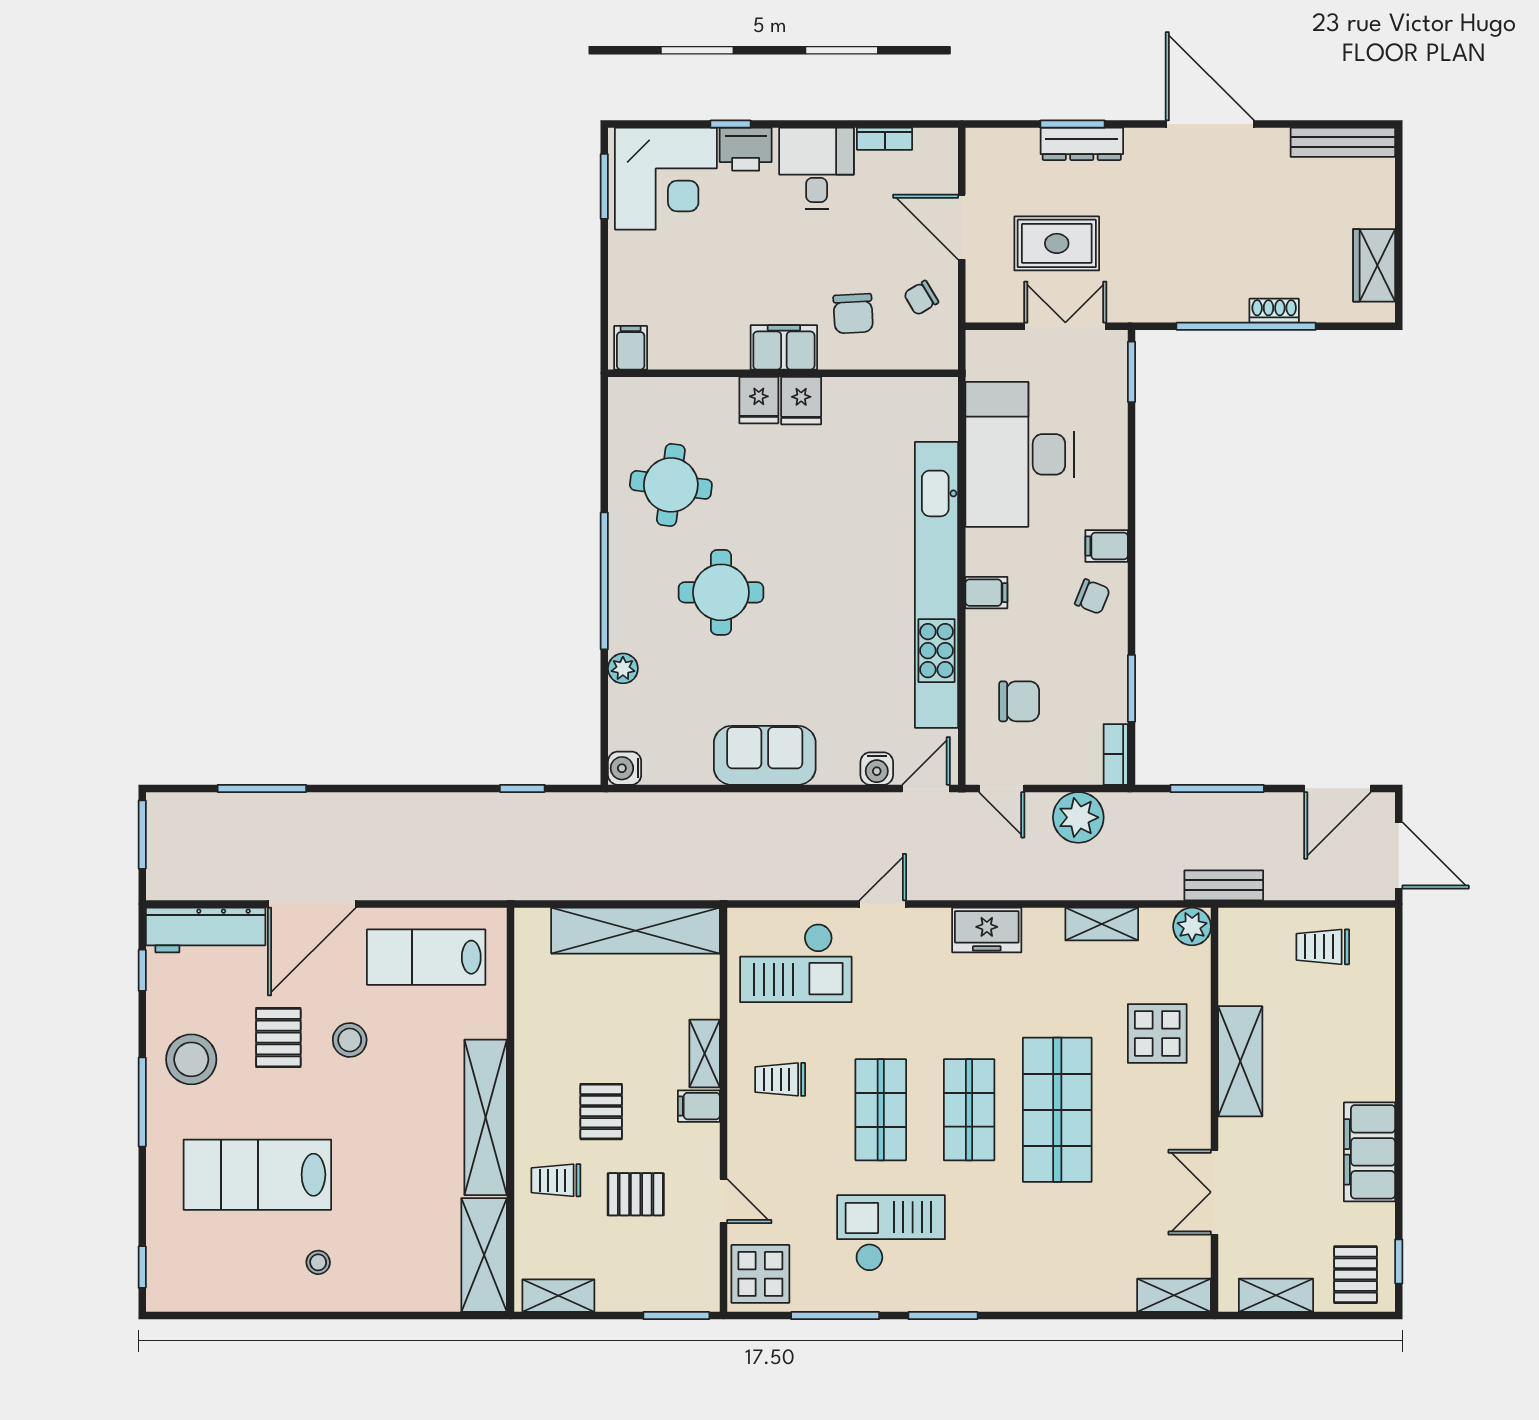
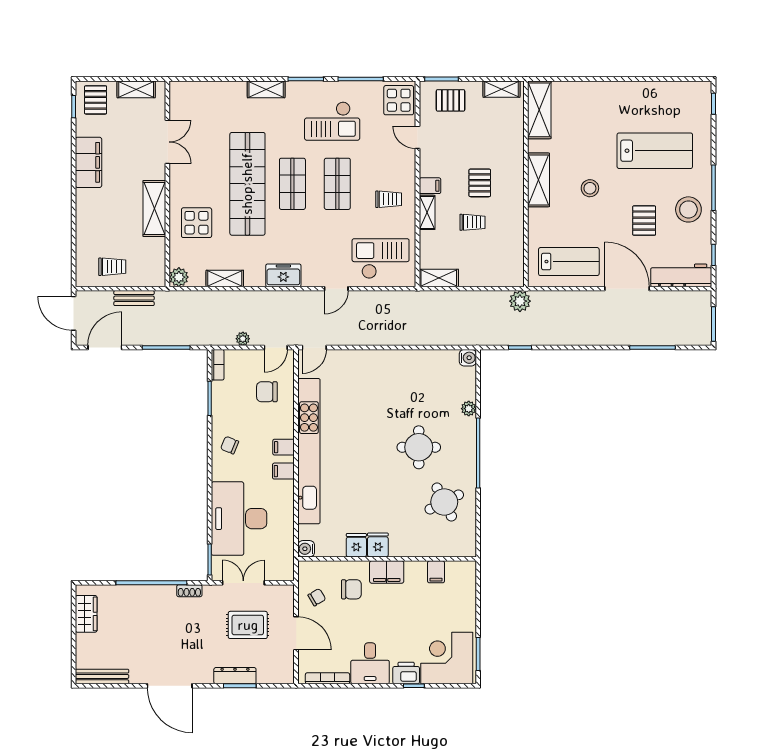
bookcase: (885, 139) -> (327, 678), width x1.56
shoe rack: (1274, 311) -> (189, 591), moved
chair: (853, 313) -> (351, 589), turned 93
double door: (1065, 326) -> (243, 583), swing flipped
filing cabinet: (631, 348) -> (436, 572), moved
fridge: (759, 400) -> (356, 545), moved
desk: (1020, 454) -> (239, 519), moved, turned 180
round table: (671, 485) -> (444, 502), turned -34
filing cabinet: (1107, 546) -> (283, 471), moved, turned 180
sofa: (765, 755) -> (396, 364), removed
water cooler: (877, 769) -> (306, 549), moved, turned -90
door: (1002, 788) -> (276, 347), swing flipped
plant: (1078, 817) -> (243, 339), width x0.53, depth x0.53
plant: (522, 879) -> (520, 301), added
bench: (1224, 885) -> (134, 298), moved
door: (312, 904) -> (627, 289), hinge flipped
shelving: (636, 931) -> (439, 278), width x0.45, depth x0.75
stool: (350, 1040) -> (590, 188), moved
shop shelf: (1057, 1110) -> (247, 184), width x1.40
shelving: (486, 1117) -> (539, 180), width x0.68
trolley: (556, 1180) -> (473, 222), moved
pallet: (636, 1194) -> (451, 100), moved
stool: (318, 1262) -> (624, 106), removed
shelving: (1174, 1295) -> (266, 89), moved

